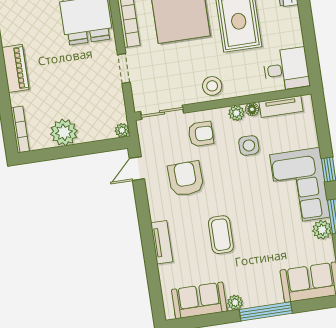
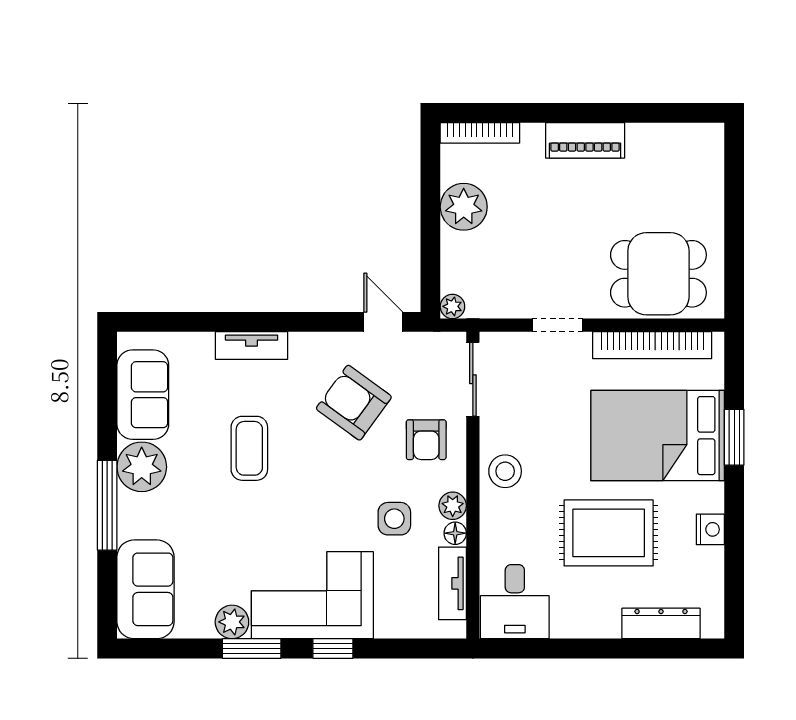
armchair: (186, 179) -> (354, 403), turned -142
coffee table: (221, 235) -> (249, 448), turned 90
plant: (235, 302) -> (142, 467), width x1.87, depth x1.87

